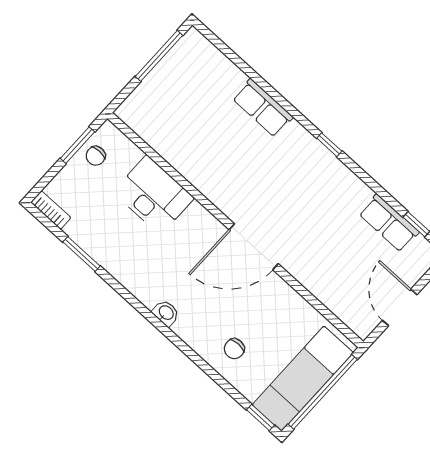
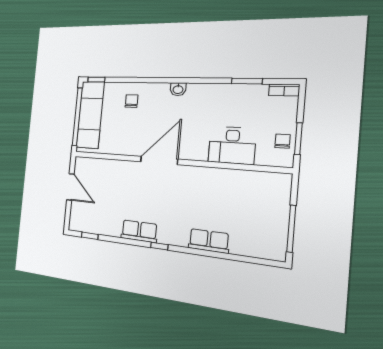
row of seats: (389, 223) -> (139, 231), moved

